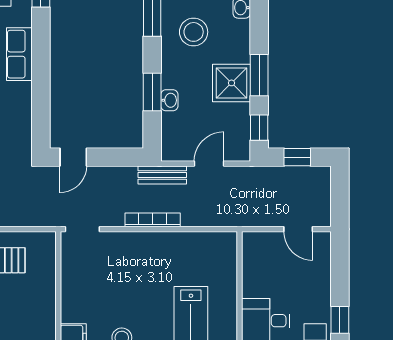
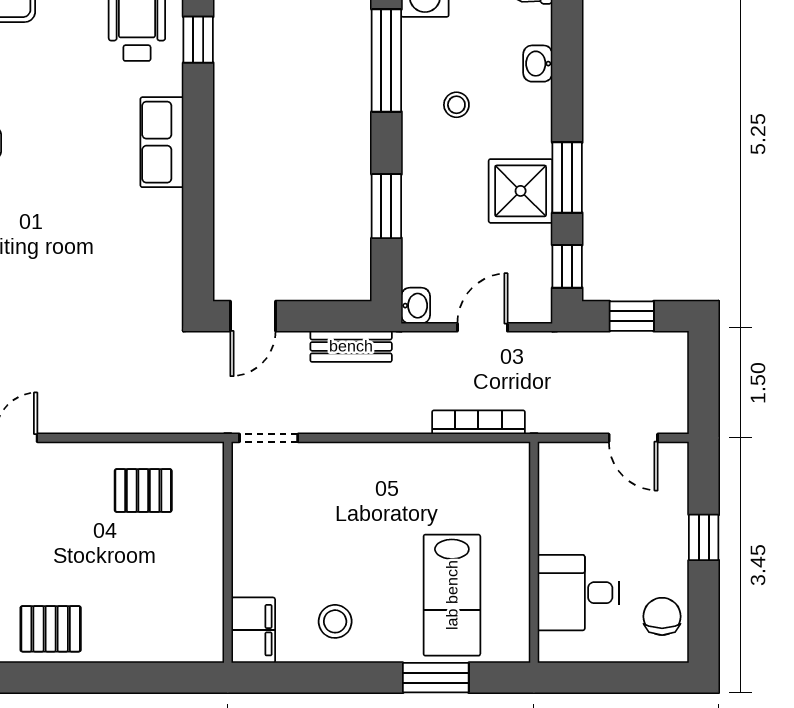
stool: (194, 32) -> (456, 105), width x0.53, depth x0.53
washbasin: (169, 100) -> (416, 306), moved
bench: (162, 175) -> (351, 346), moved
bookcase: (153, 220) -> (478, 422), moved
window: (340, 320) -> (704, 537), moved

